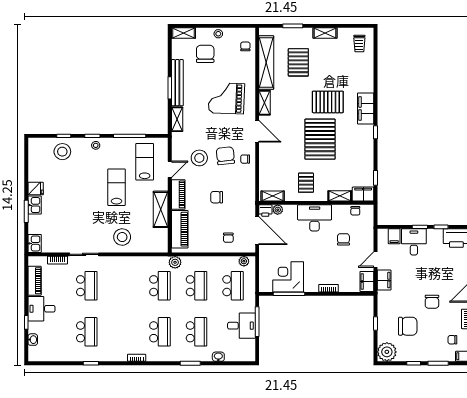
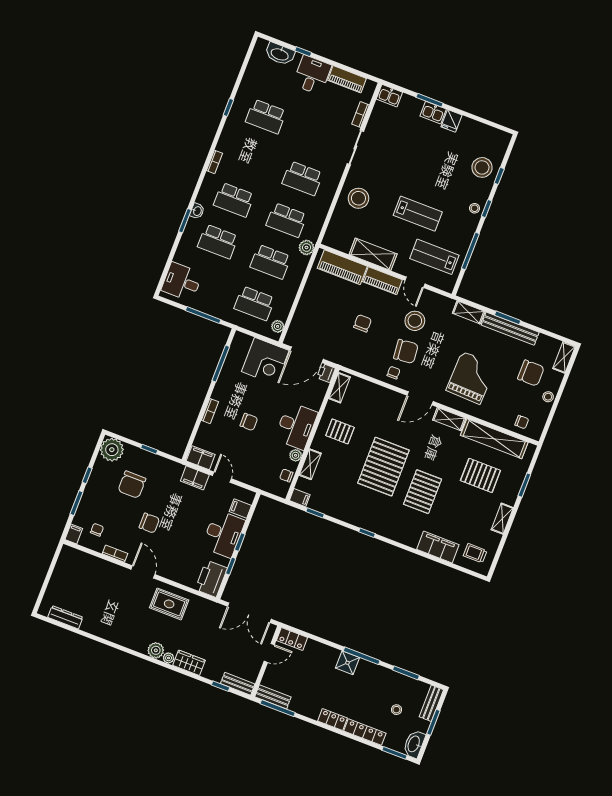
filing cabinet: (366, 109) -> (438, 547), moved
pallet: (320, 139) -> (383, 467), turned 90
lab bench: (145, 162) -> (434, 257), turned 180
filing cabinet: (363, 194) -> (300, 498), width x0.50
plant: (278, 210) -> (296, 455), moved
chair: (228, 238) -> (311, 319), removed
chair: (343, 239) -> (249, 422), moved
desk: (414, 242) -> (223, 534), width x1.37
corner desk: (288, 277) -> (265, 361), moved, turned 90
school desk: (87, 286) -> (302, 178), moved
chair: (432, 302) -> (149, 523), turned 180
desk: (242, 326) -> (182, 282), moved, turned 90
washbasin: (33, 340) -> (280, 54), width x1.91, depth x1.45
washbasin: (218, 357) -> (197, 211), moved

